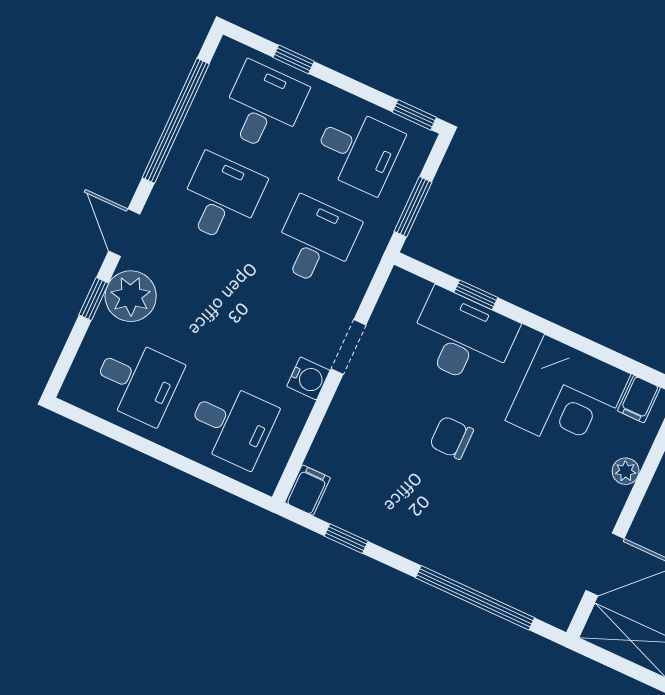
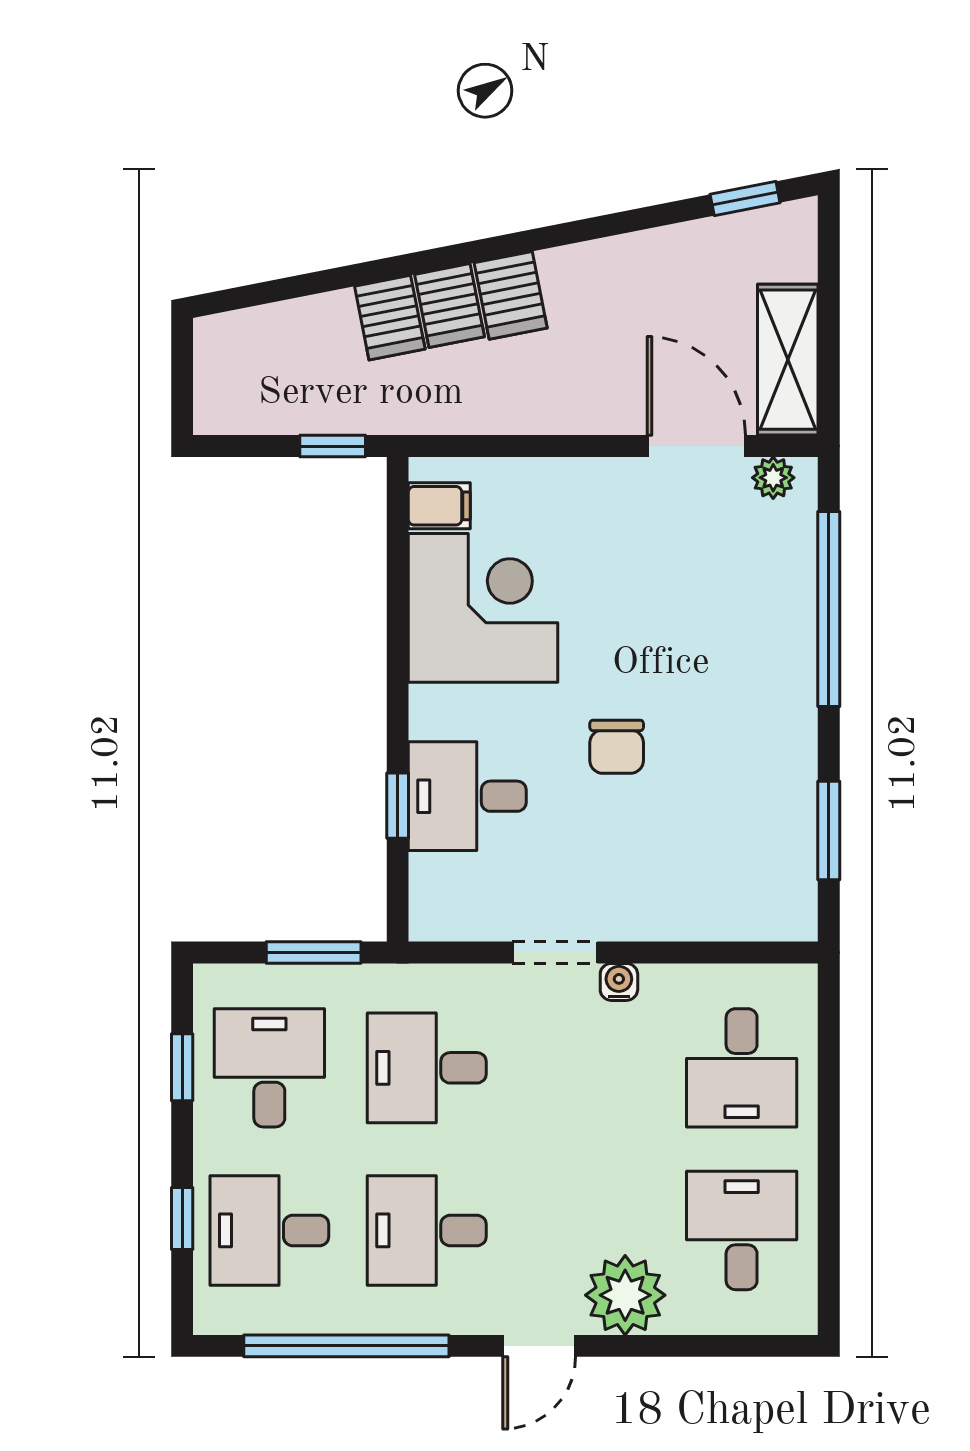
window: (414, 115) -> (182, 1067), moved
window: (94, 299) -> (653, 1346), removed
desk: (463, 338) -> (467, 796), width x0.73
water cooler: (308, 378) -> (619, 982), width x0.72, depth x0.72
desk: (232, 425) -> (742, 1068), turned 180
plant: (626, 471) -> (773, 478), moved
filing cabinet: (308, 490) -> (785, 917), removed
window: (346, 539) -> (829, 831), width x1.50

